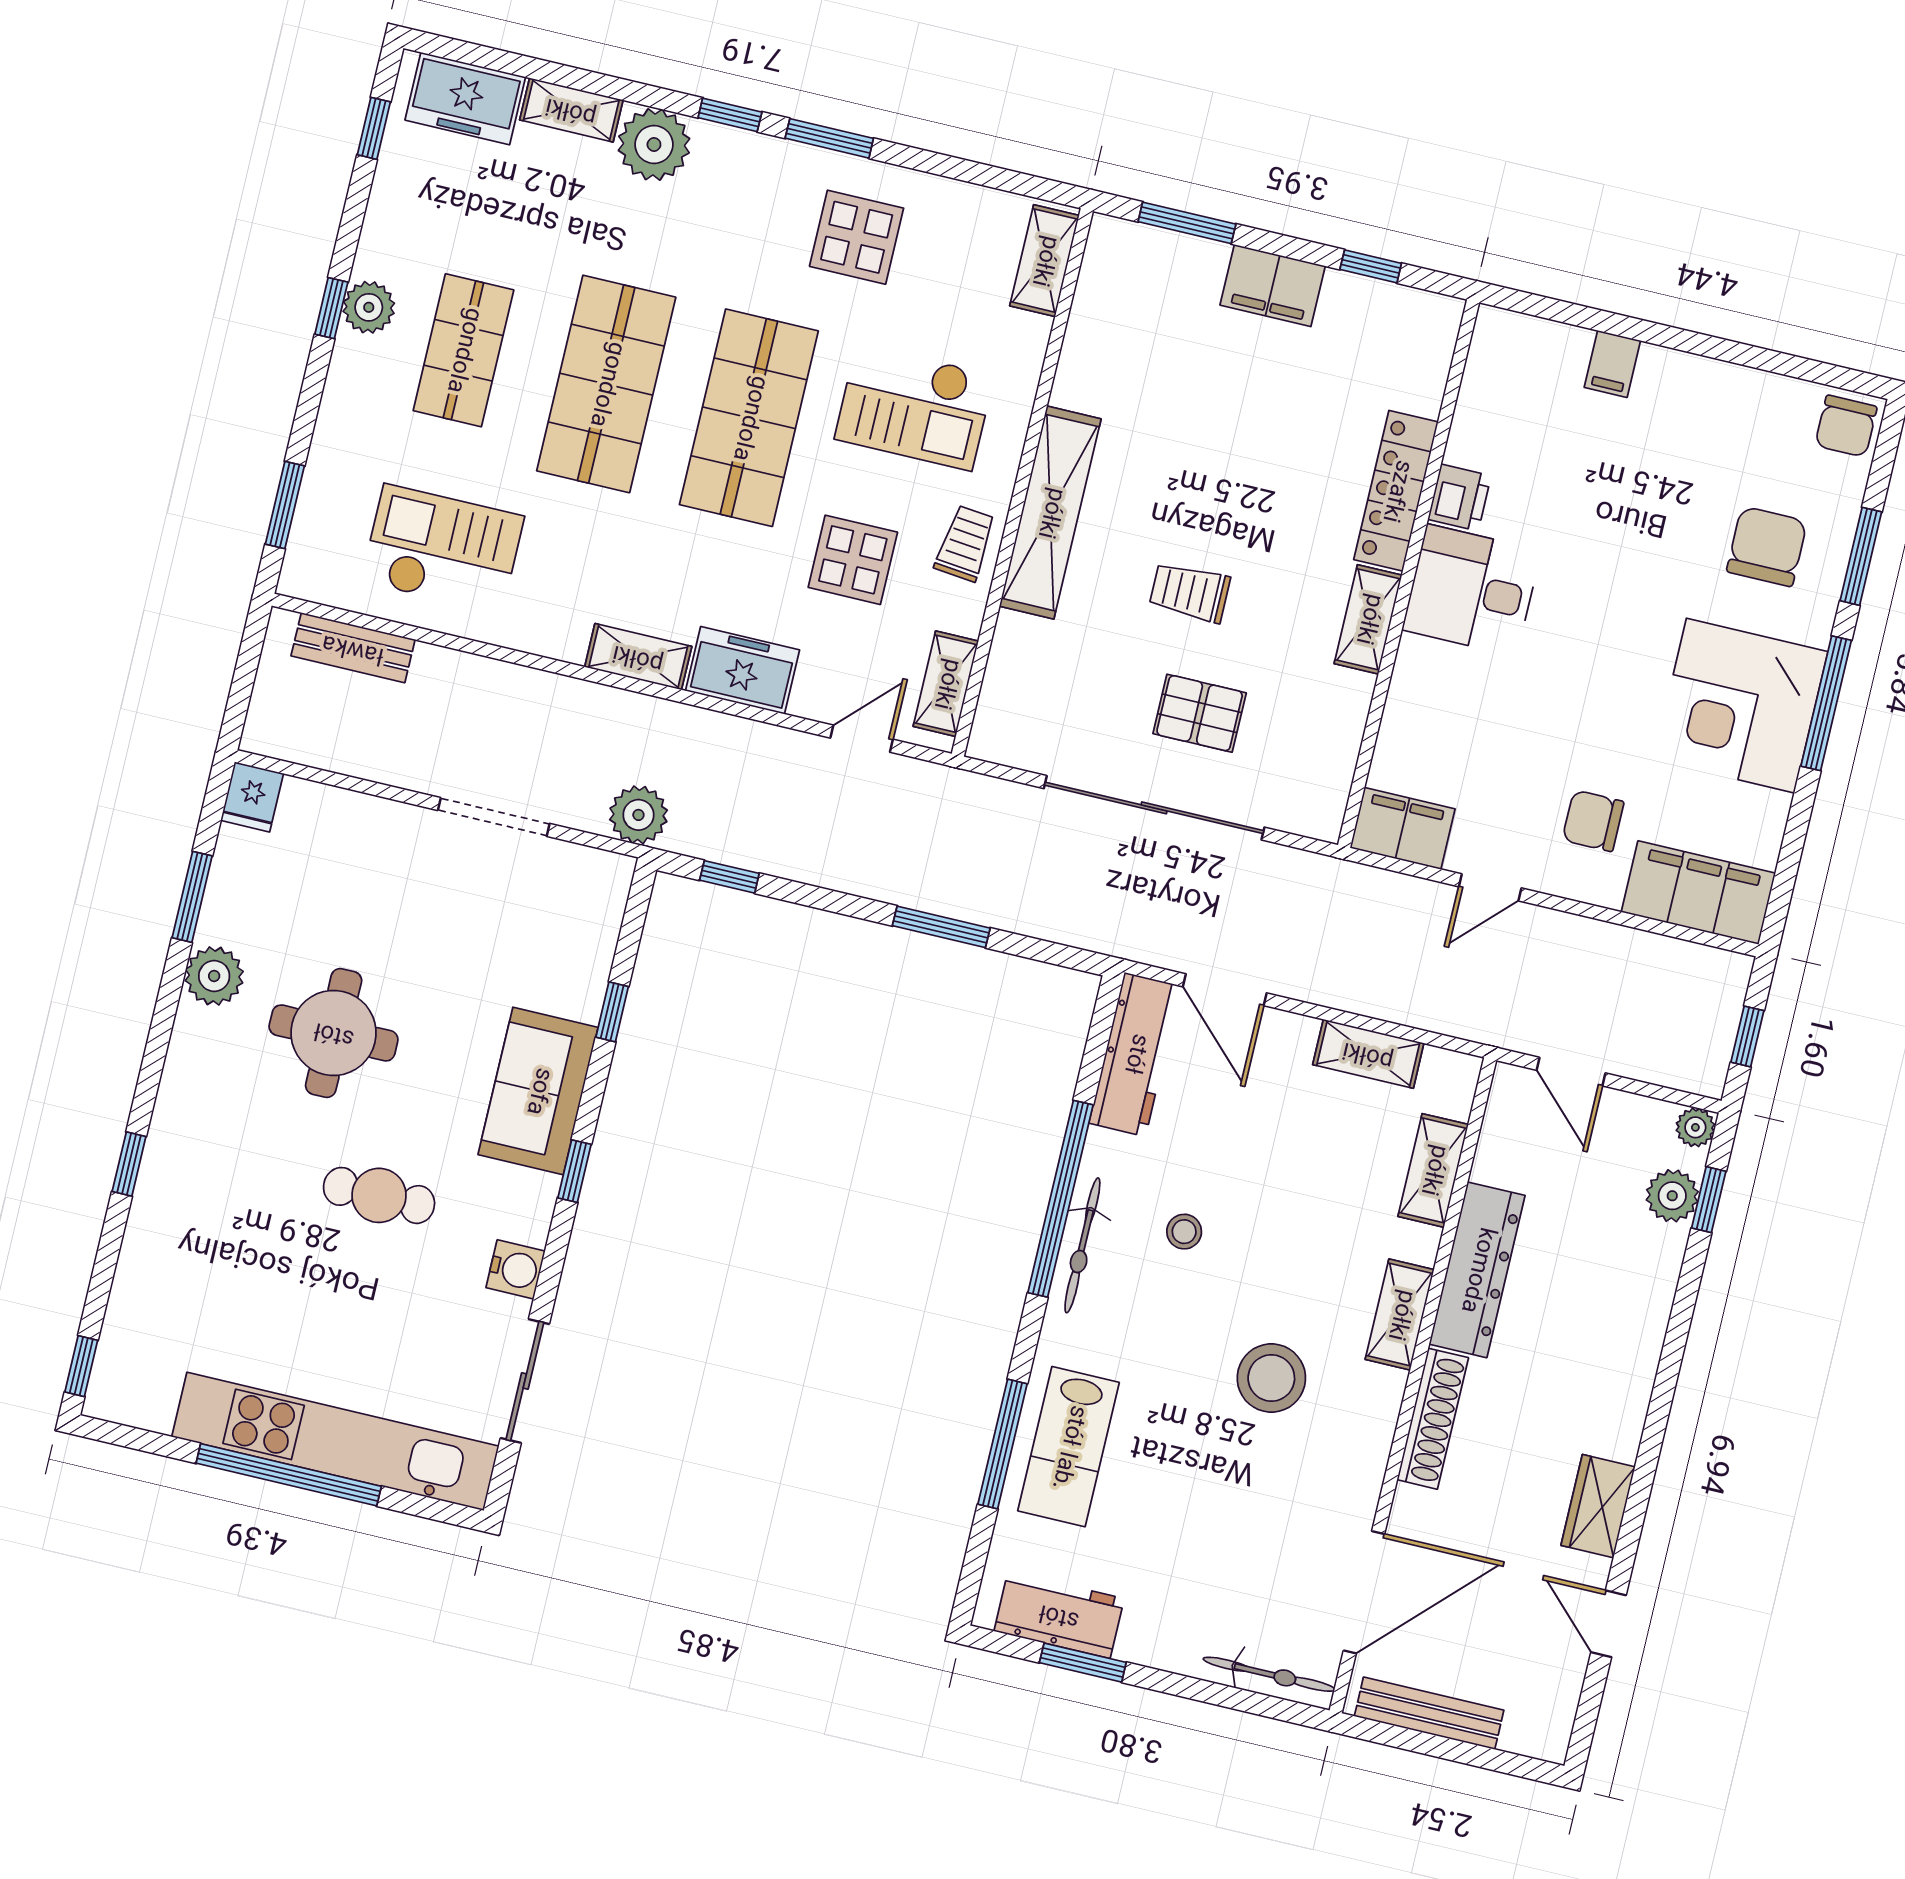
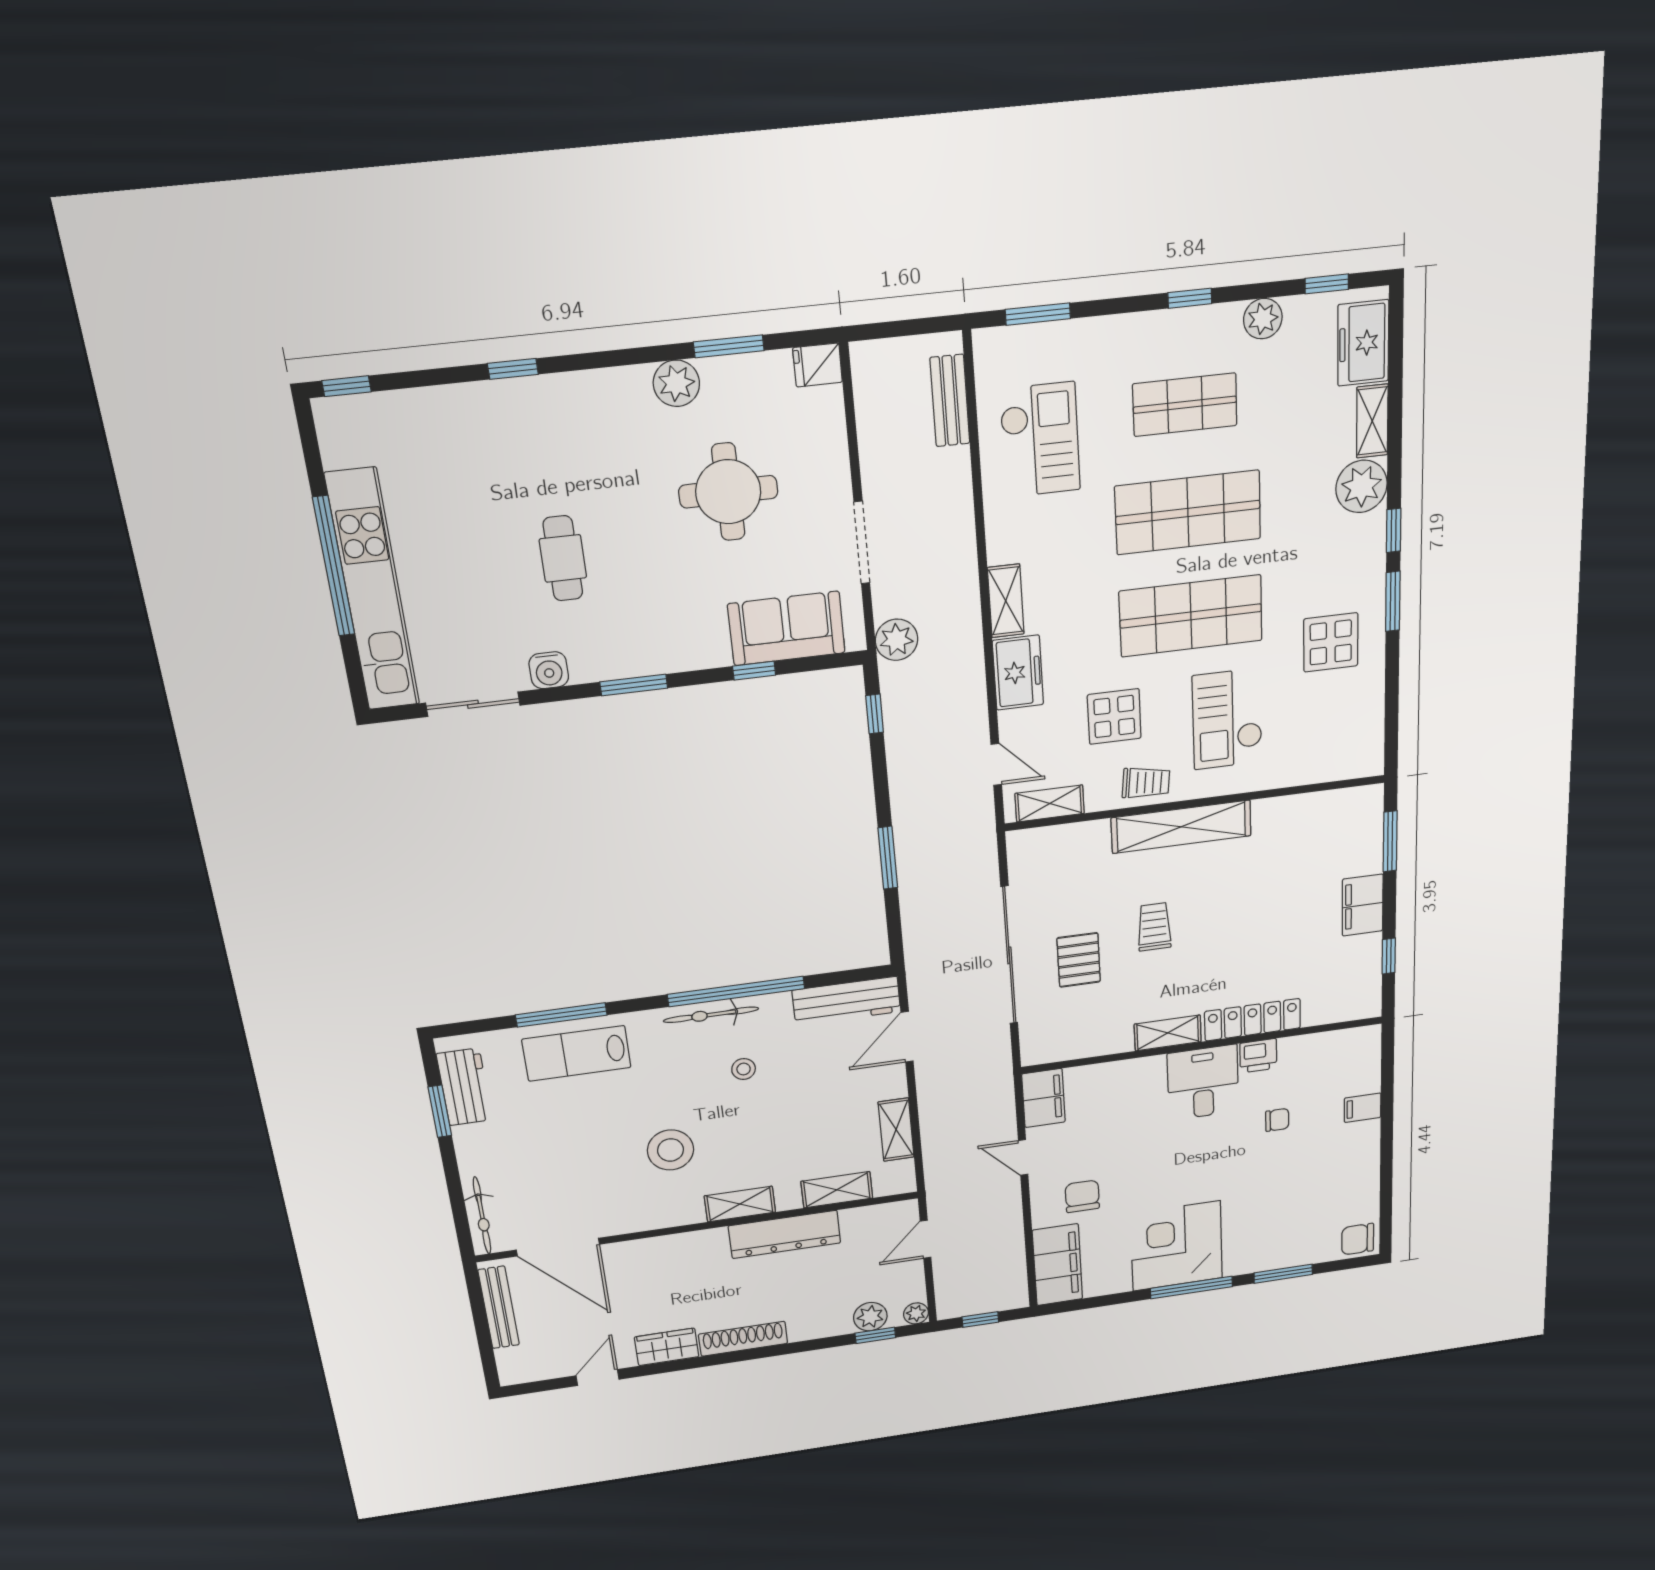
shelving: (1044, 261) -> (1345, 765), removed
plant: (369, 307) -> (1263, 319), moved
chair: (1767, 546) -> (1277, 1120), moved, width x0.54, depth x0.54
round table: (334, 1033) -> (728, 492), moved
sofa: (538, 1091) -> (786, 628), moved
window: (574, 1171) -> (634, 685), width x1.50
shoe rack: (1433, 1419) -> (743, 1339), moved, turned 180

